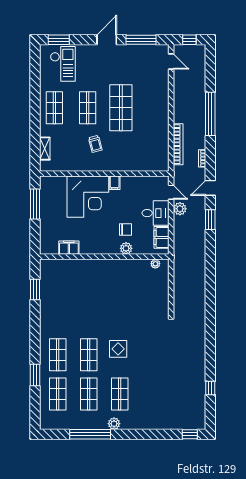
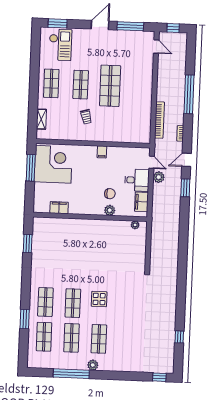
corner desk: (88, 197) -> (53, 164), moved, turned -90

